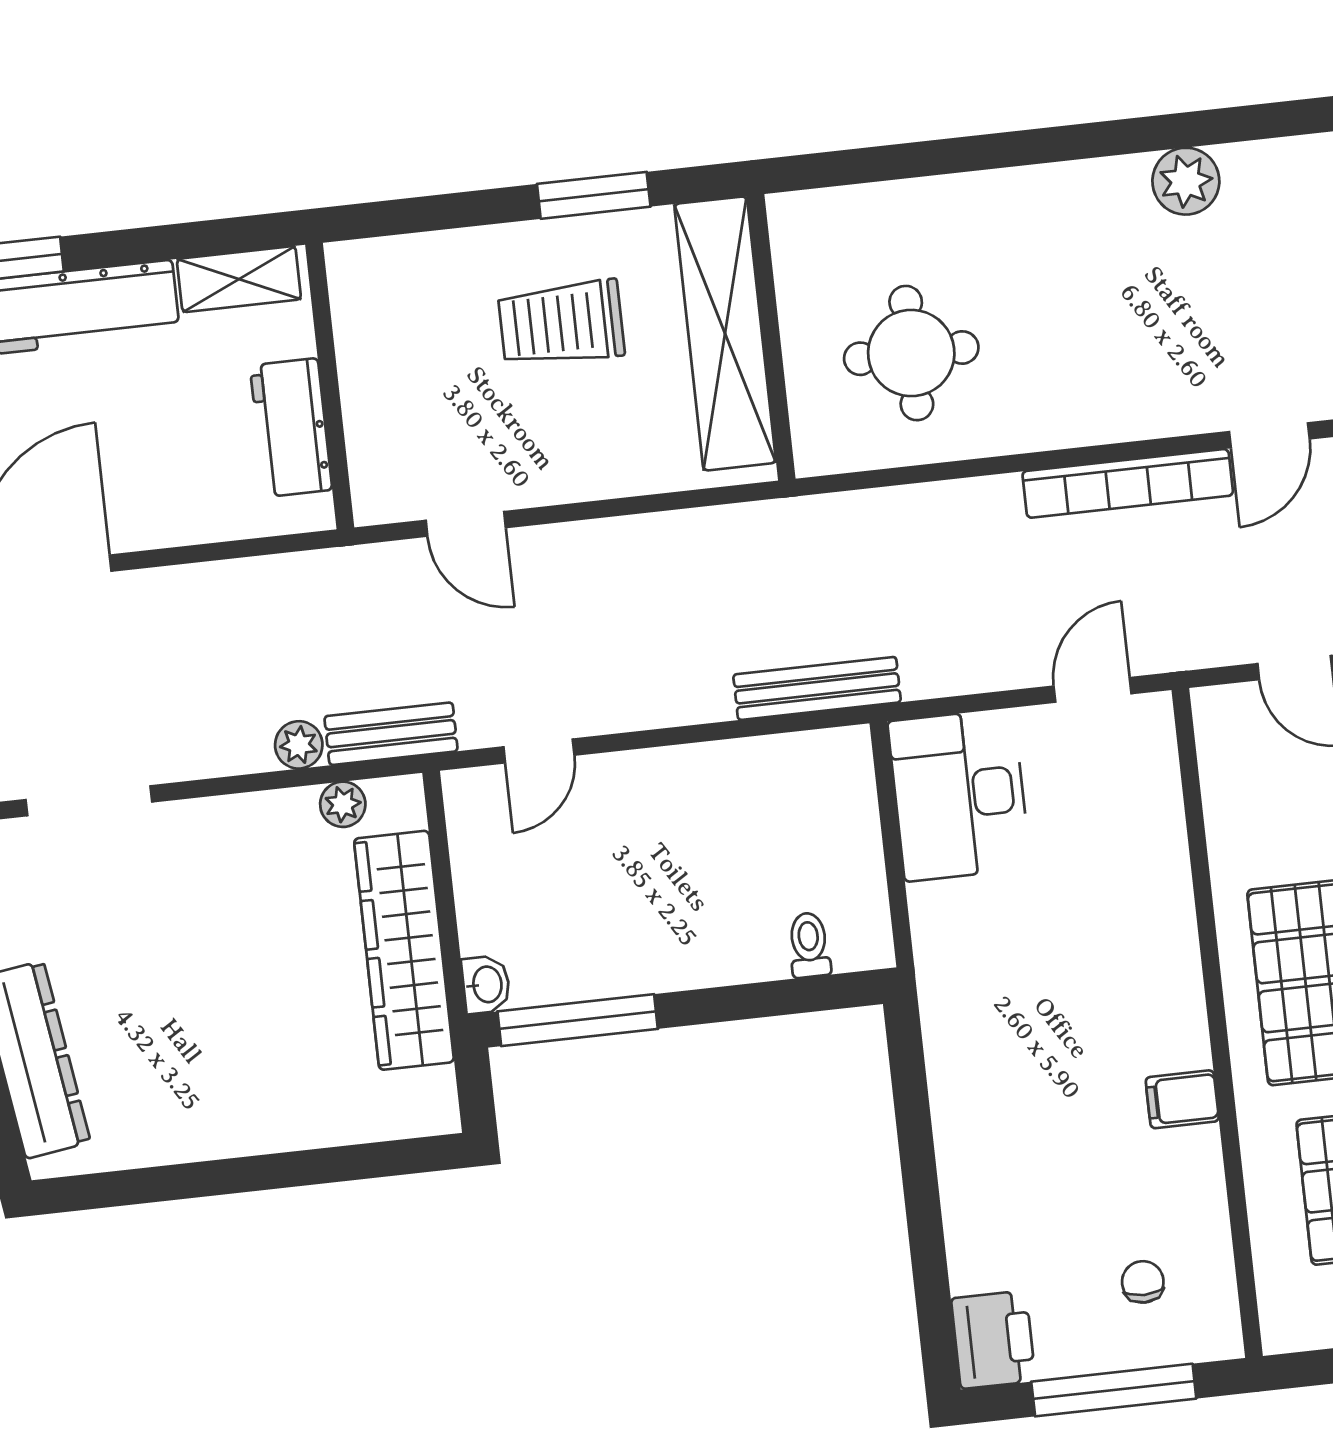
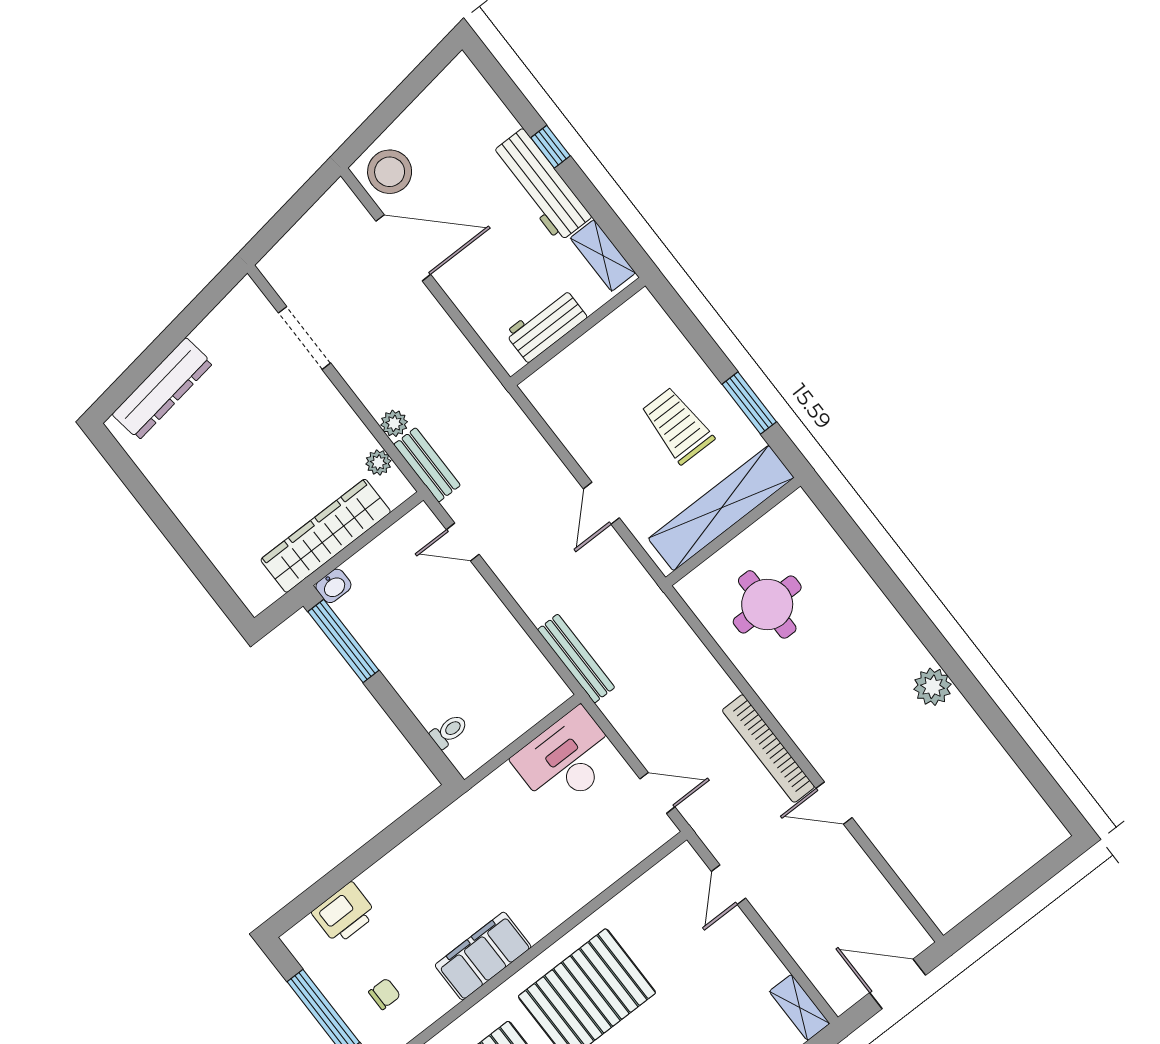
door: (466, 524) -> (601, 503), moved
filing cabinet: (1182, 1099) -> (483, 956), width x3.00, depth x1.17
printer: (993, 1340) -> (344, 913), moved

